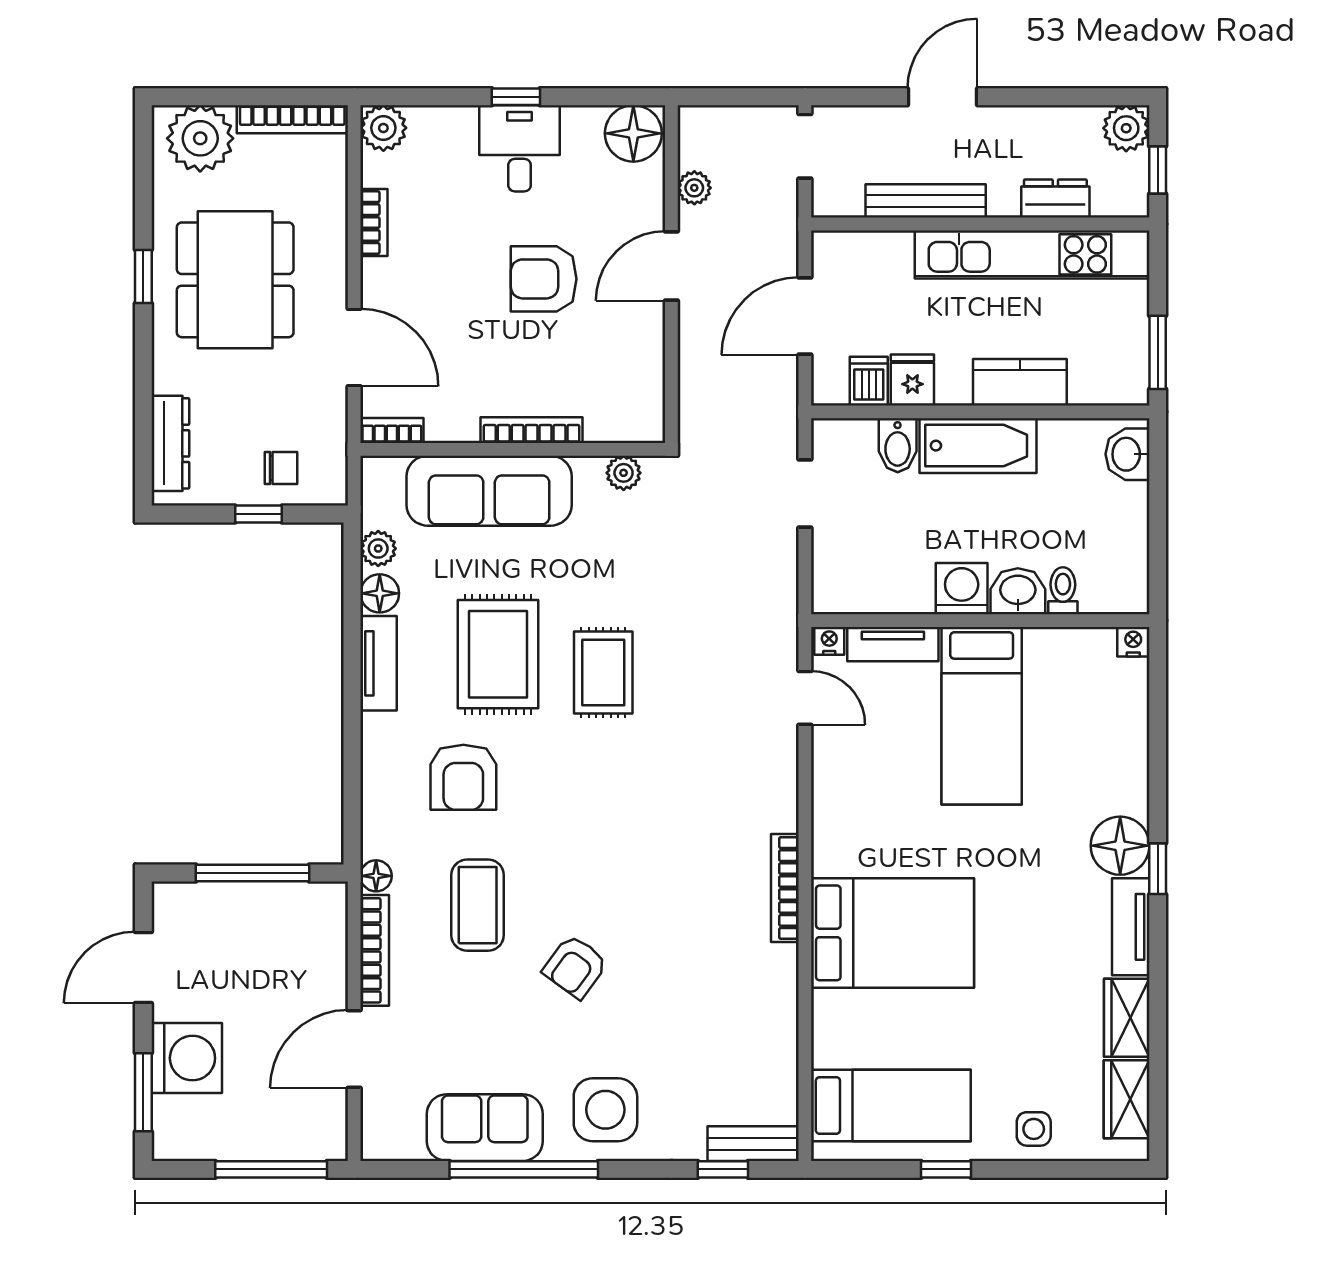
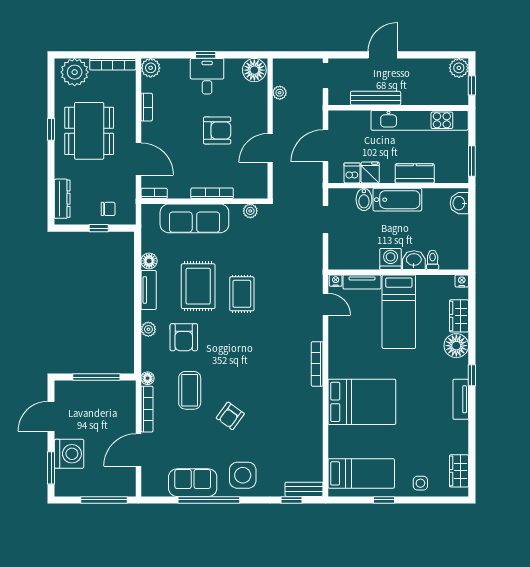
dresser: (1055, 199) -> (429, 97), removed
door: (671, 266) -> (270, 148), moved
armchair: (544, 279) -> (217, 130), turned 180
plant: (378, 548) -> (148, 329), moved
floor lamp: (1120, 846) -> (456, 346), moved
bookcase: (785, 888) -> (317, 364), moved
wardrobe: (1127, 1018) -> (459, 316), moved

